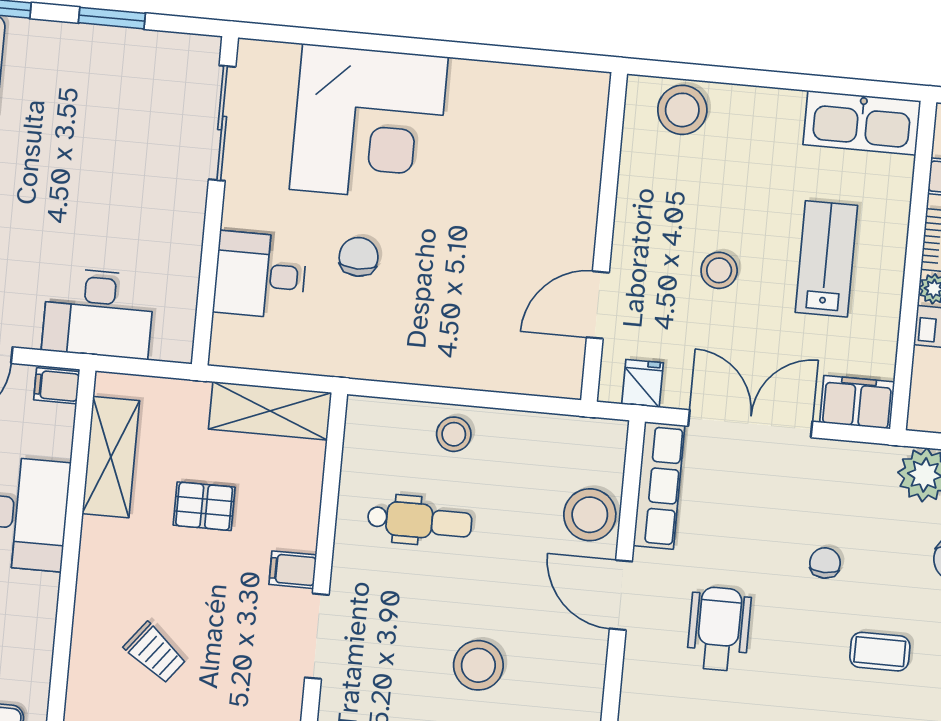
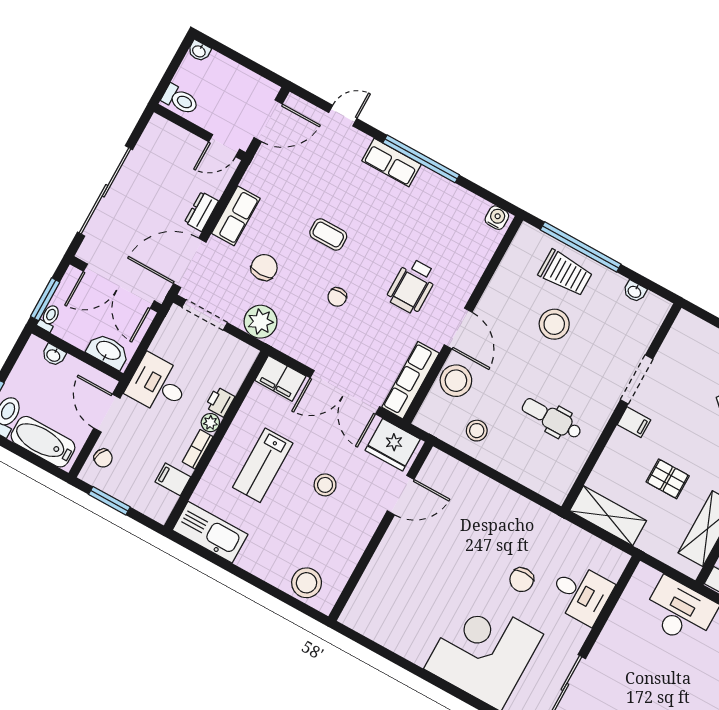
fridge: (643, 383) -> (393, 445), width x1.88, depth x1.34
stool: (454, 434) -> (477, 431), moved

